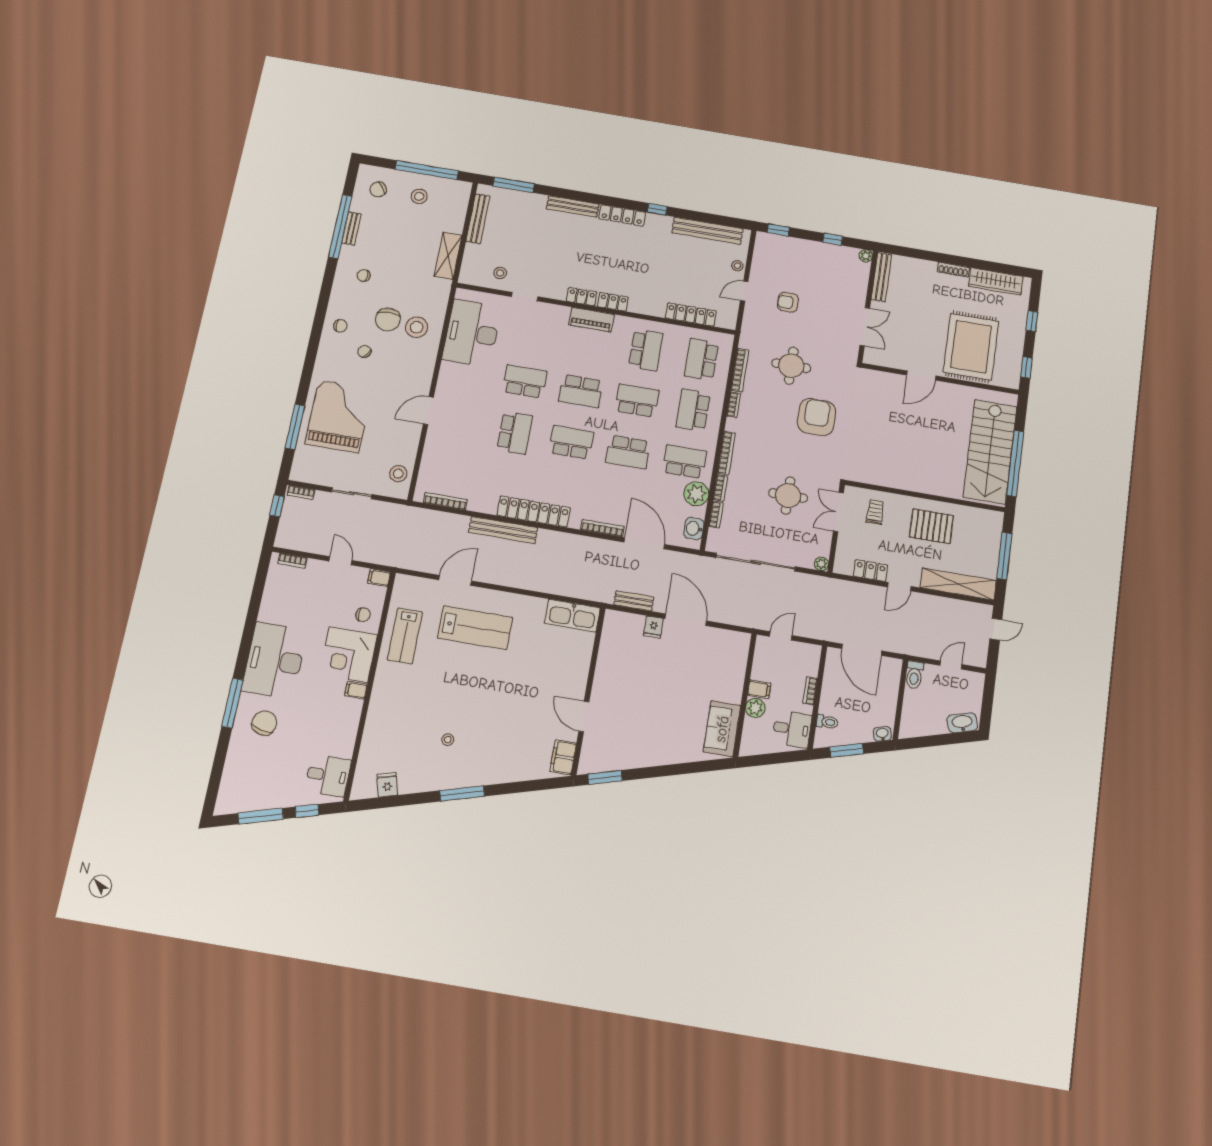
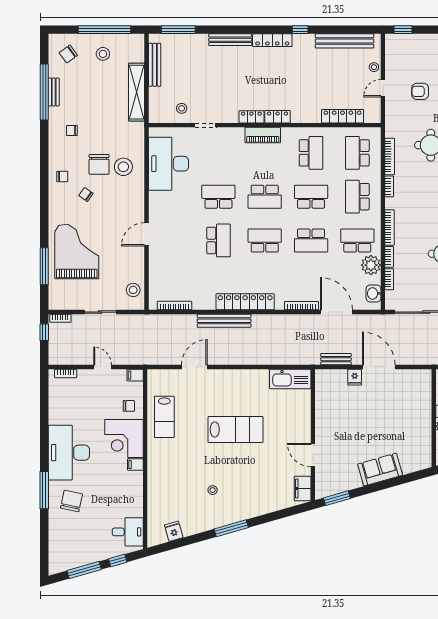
shelving: (448, 256) -> (137, 92), width x1.47
lab bench: (475, 628) -> (236, 430), moved
sofa: (722, 729) -> (380, 470), moved, turned 74

